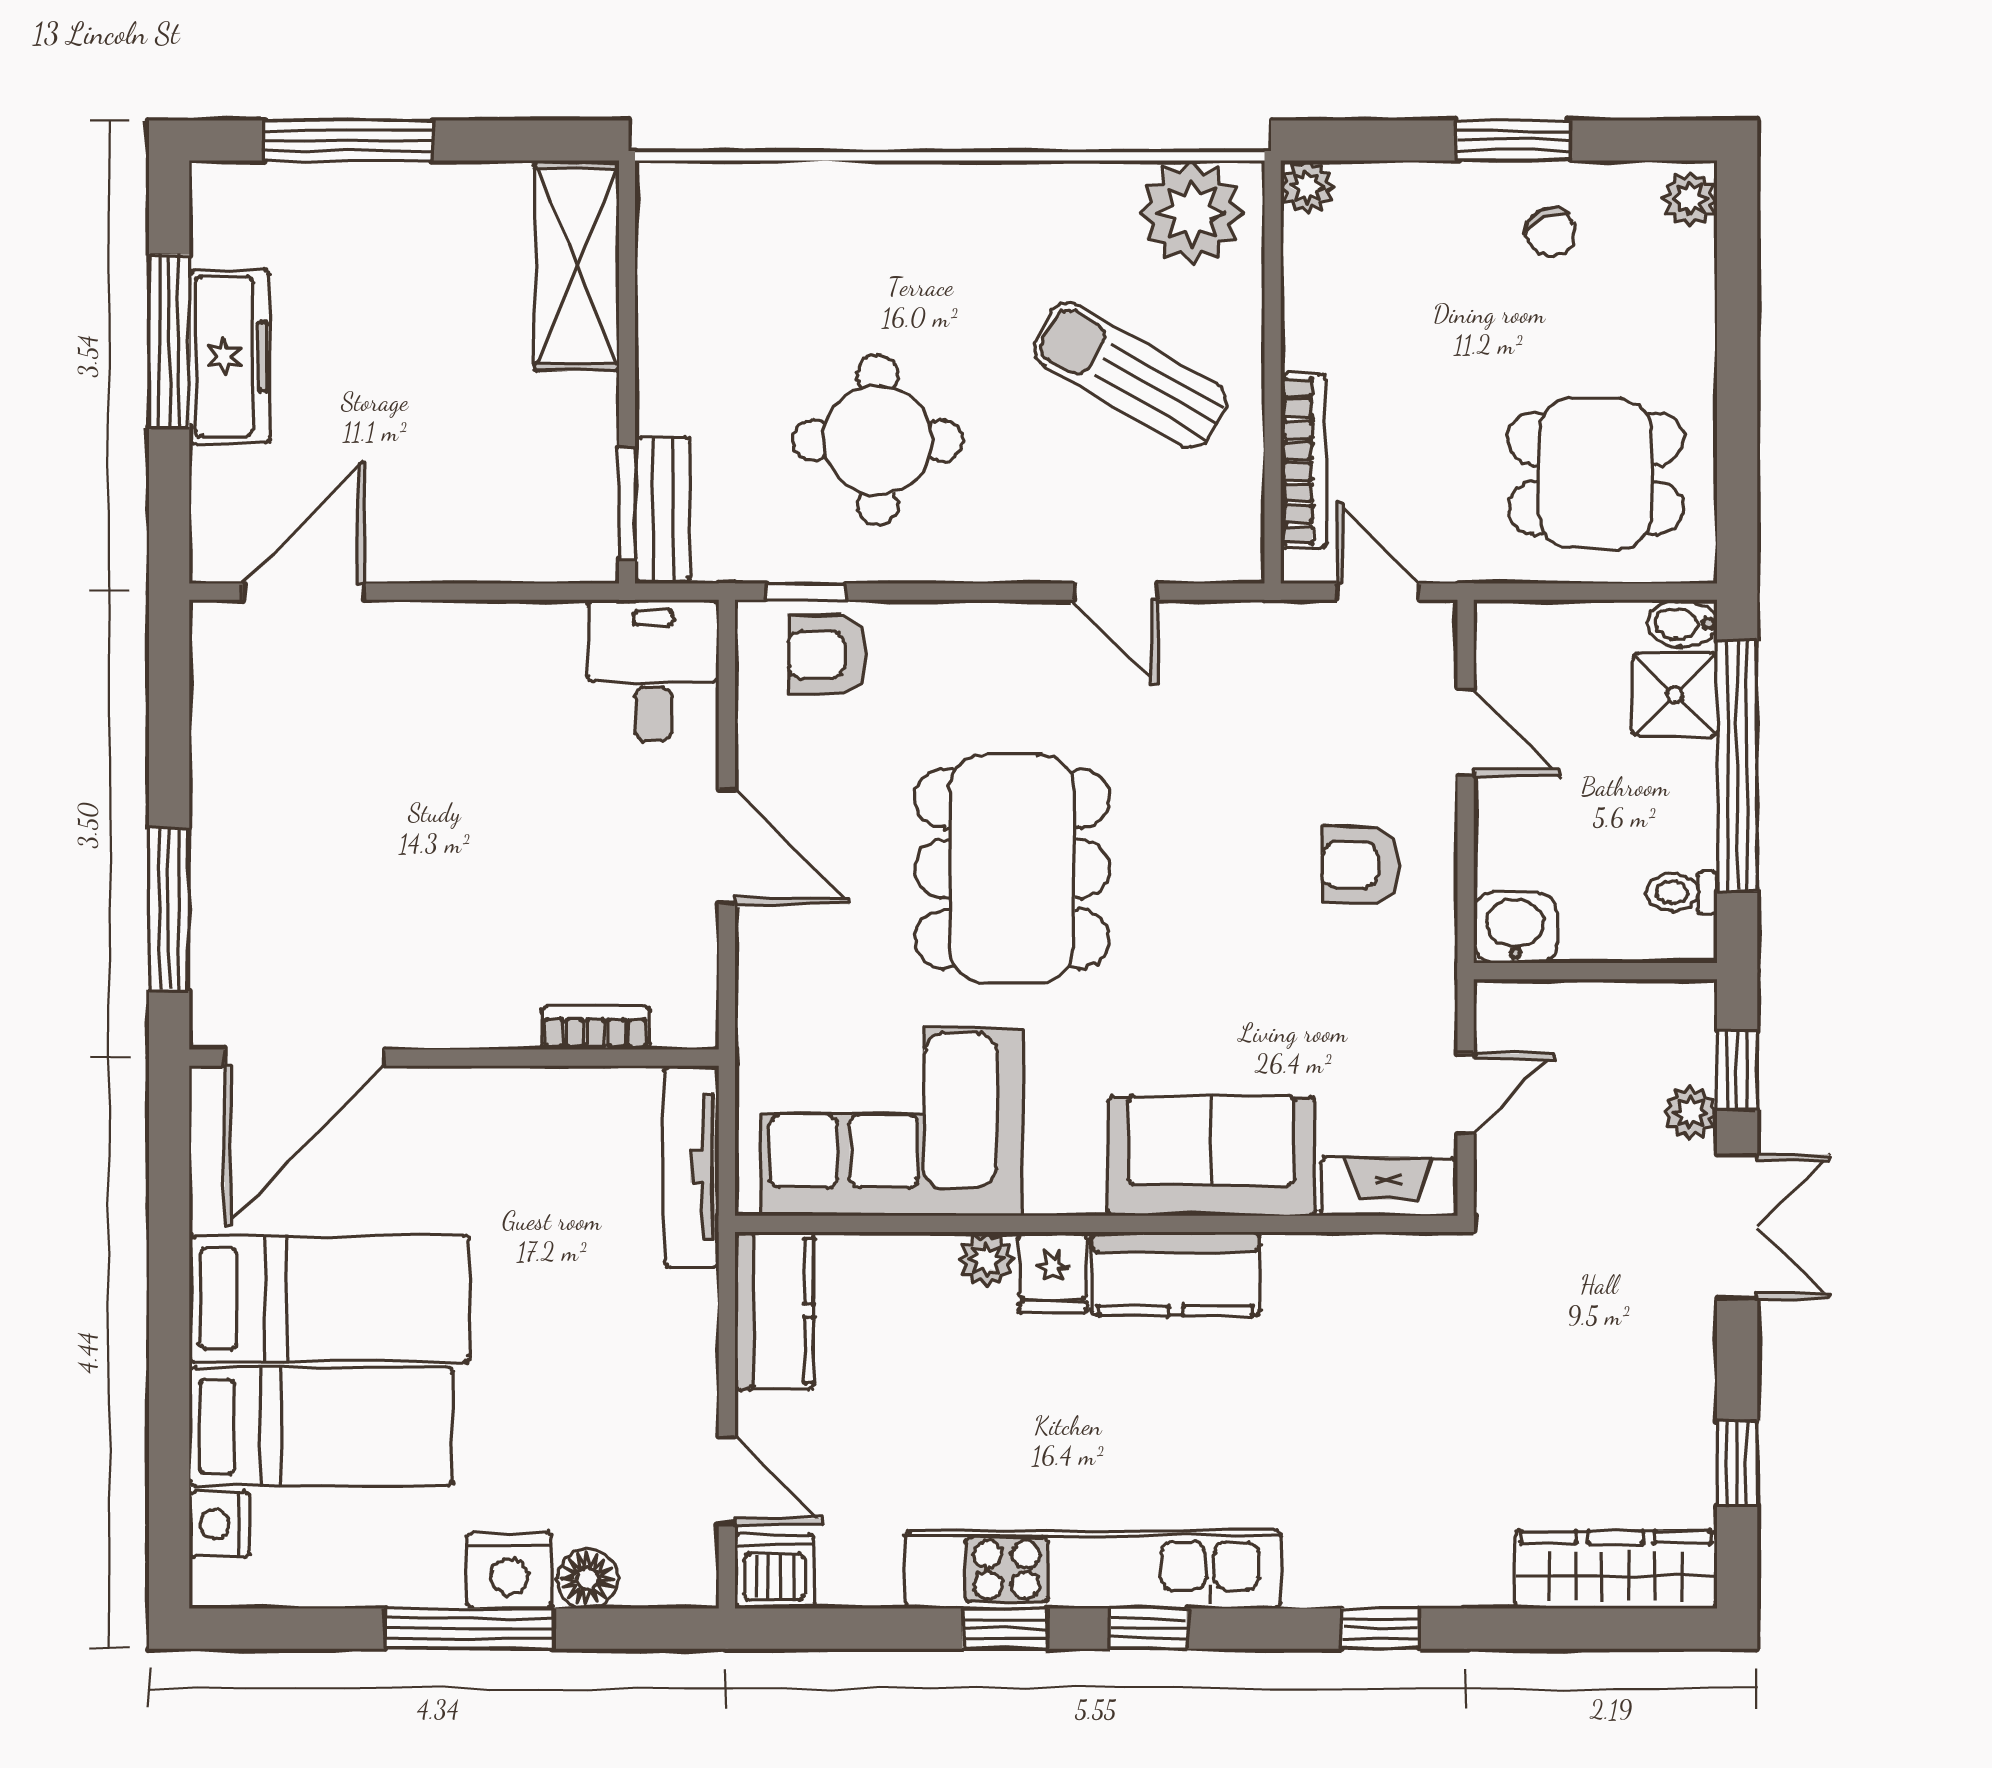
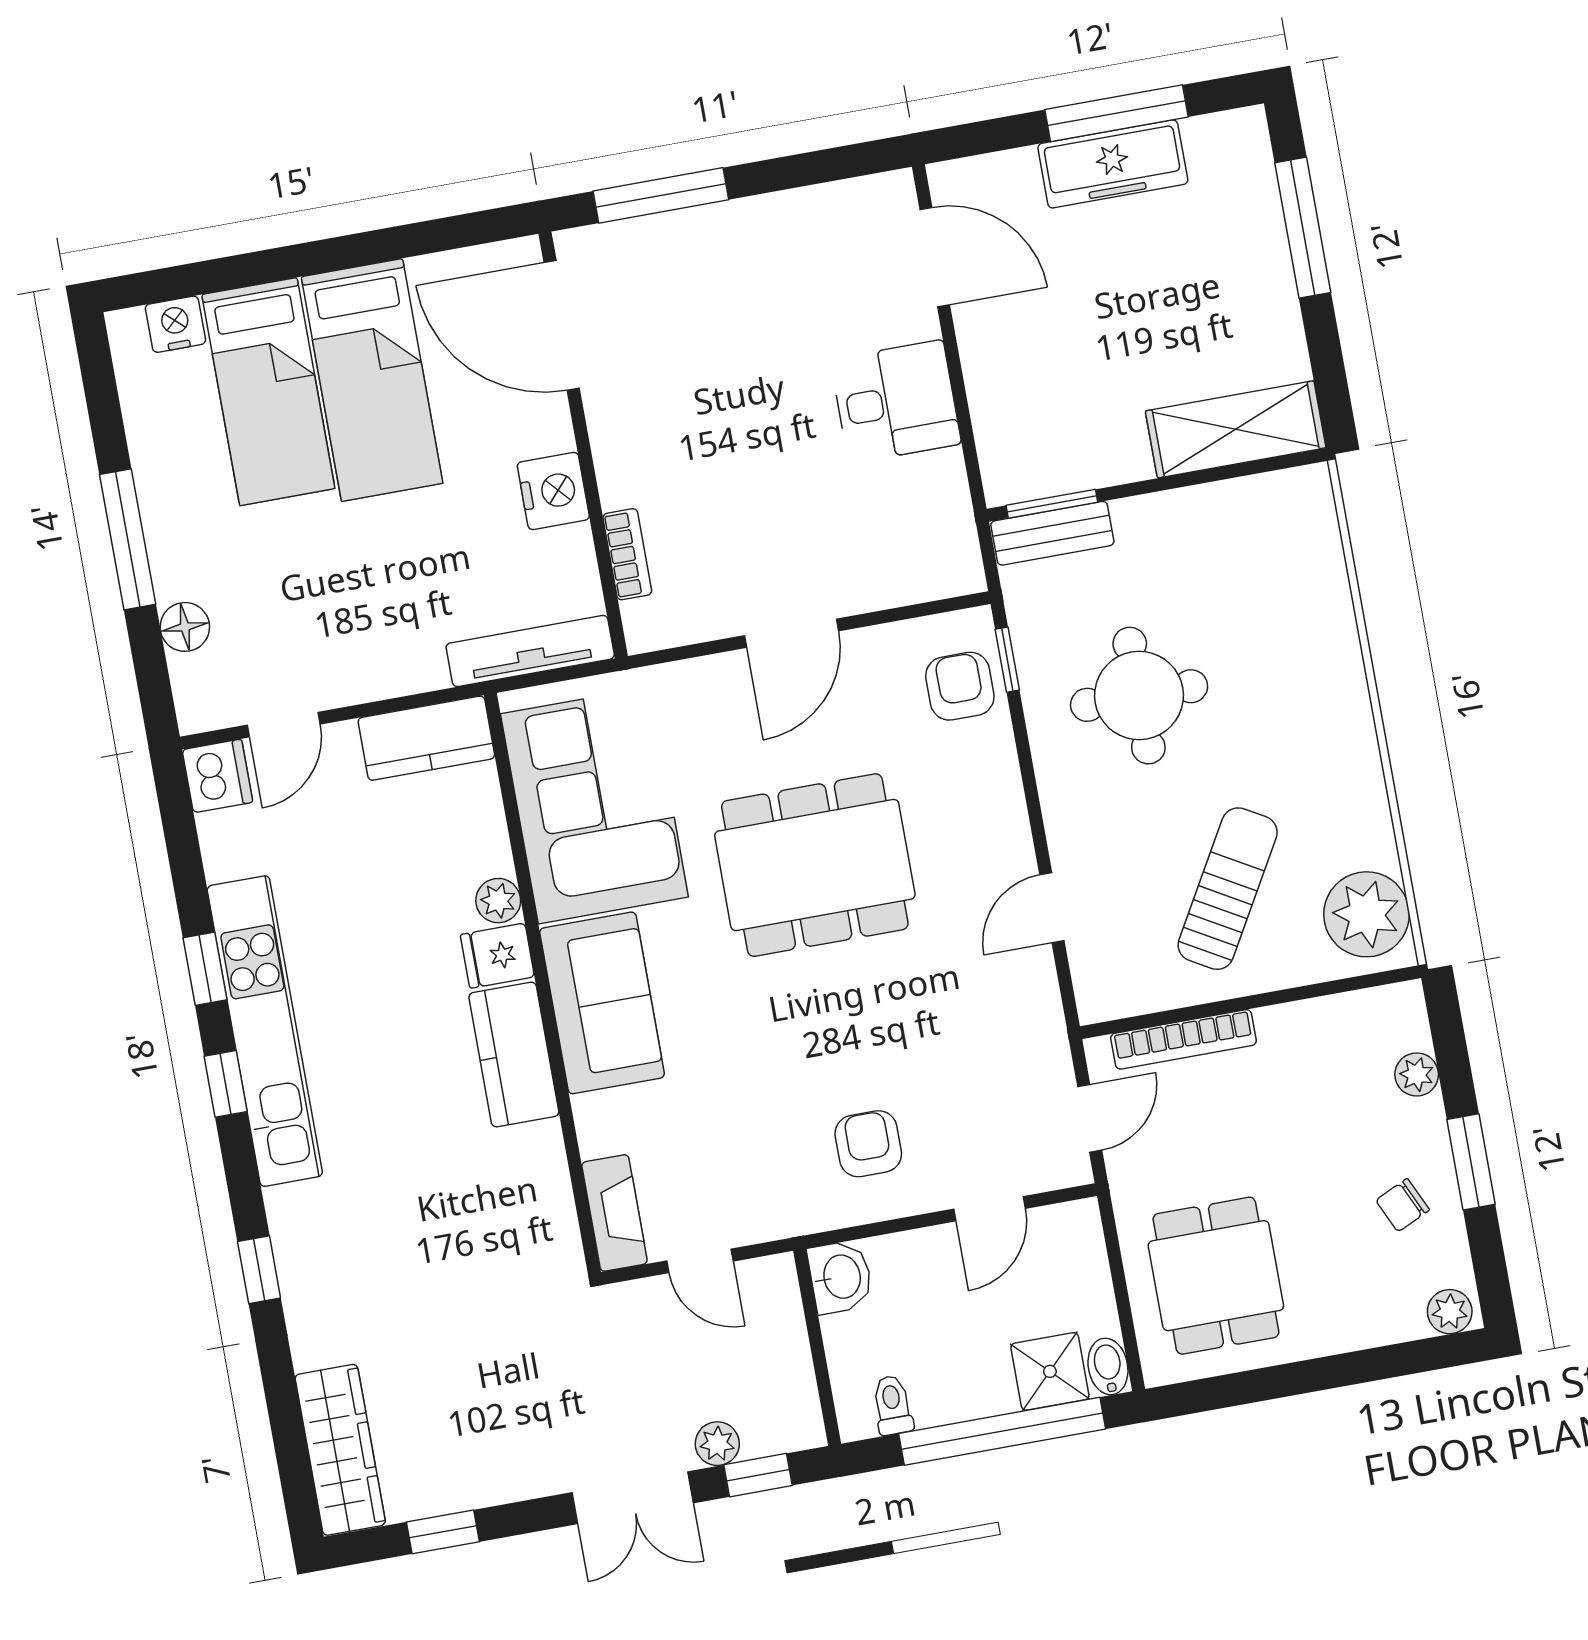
plant: (1307, 187) -> (1417, 1074), moved
desk: (653, 670) -> (896, 402), moved
sofa: (1212, 1156) -> (602, 1003), moved
nightstand: (509, 1571) -> (553, 491), moved, turned 180

